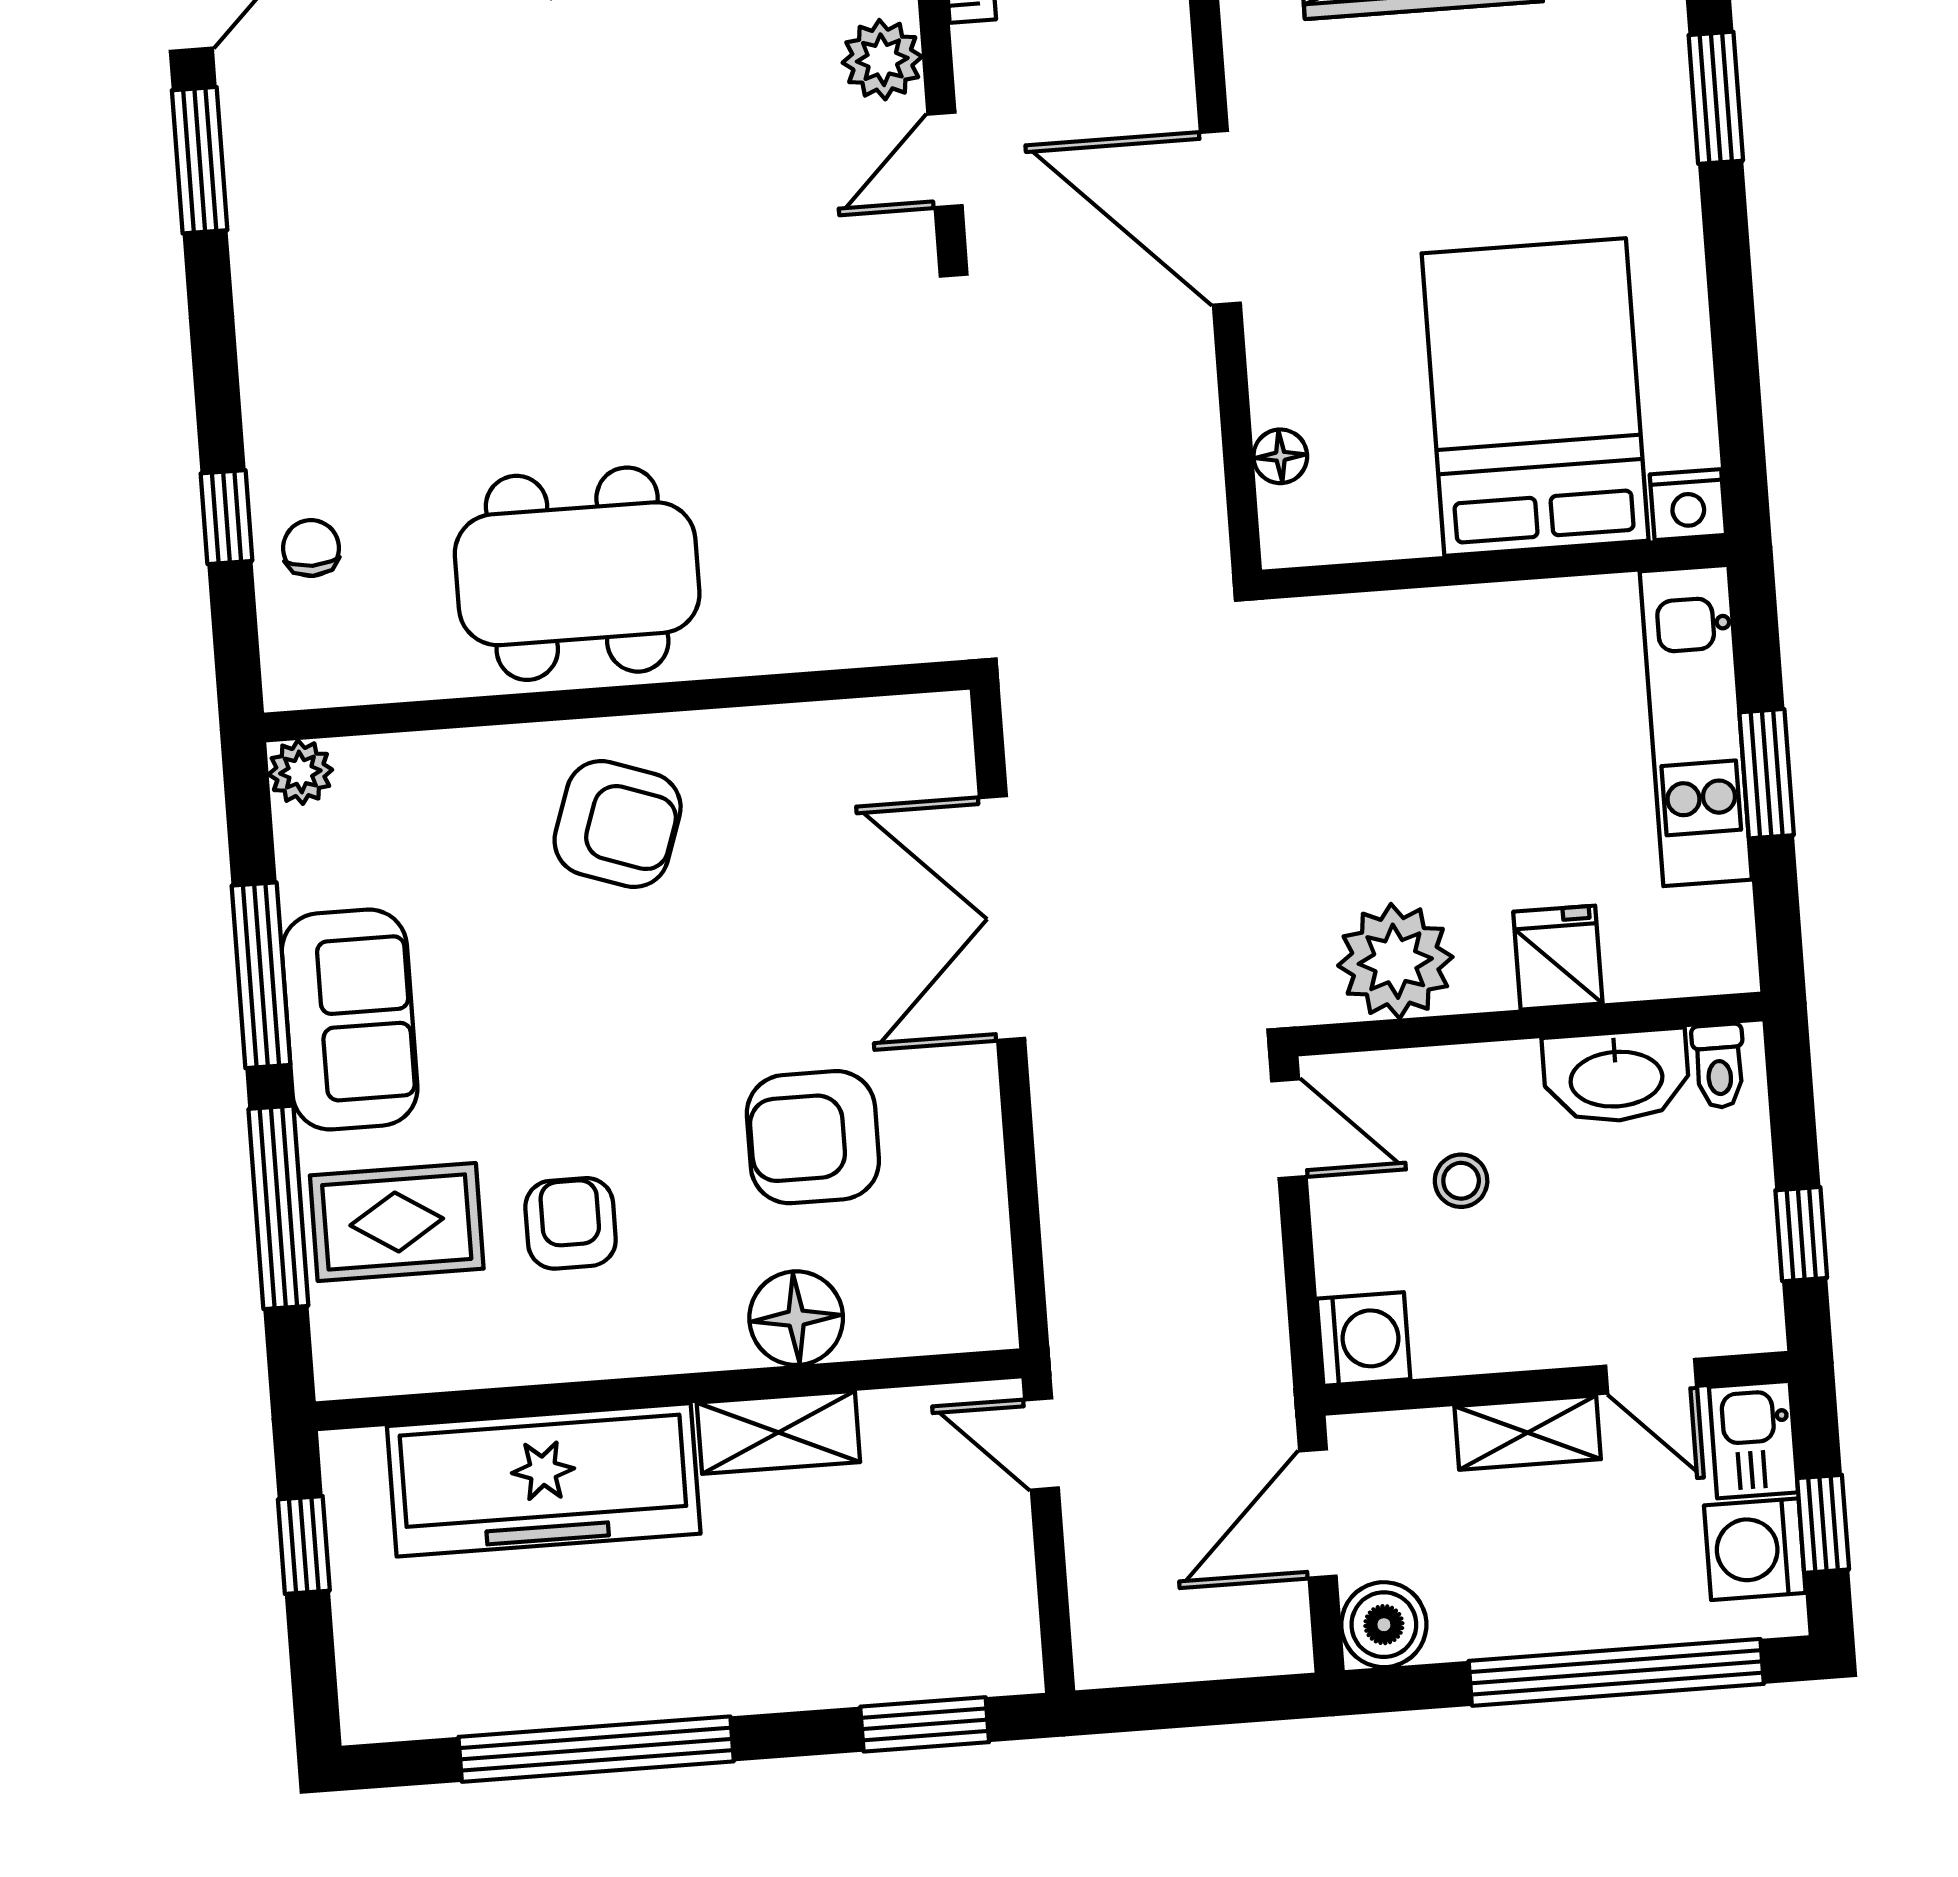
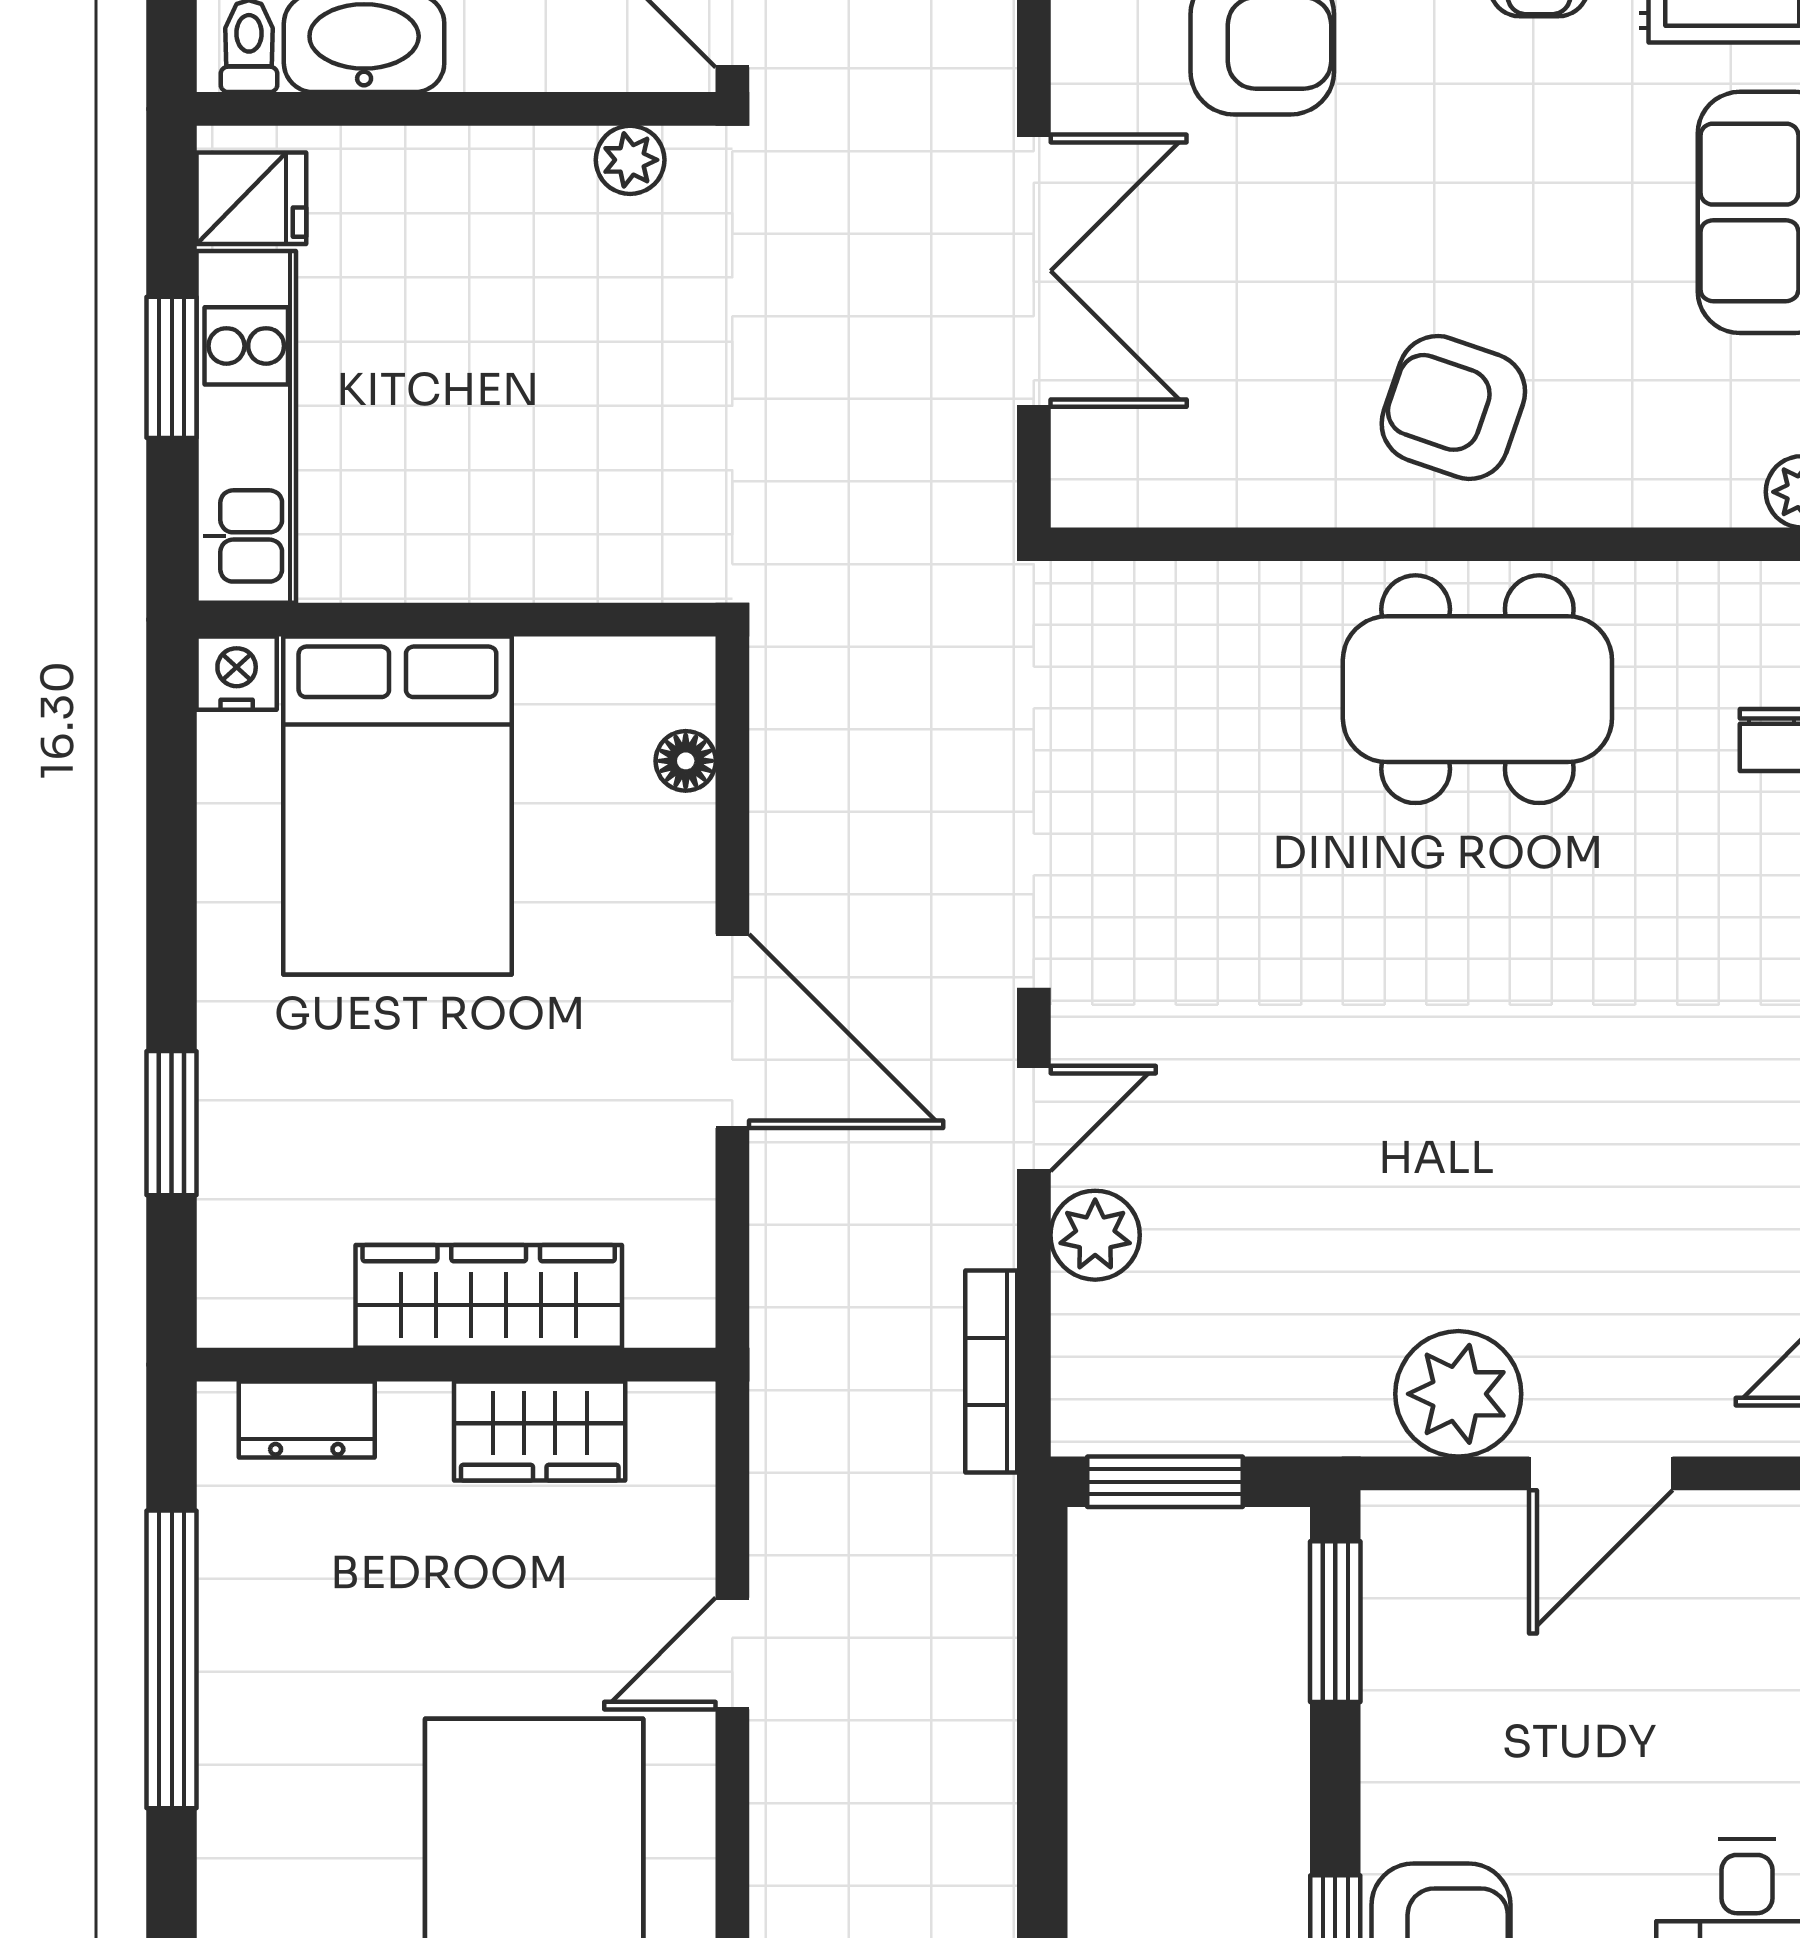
fridge: (1558, 958) -> (251, 198), moved, turned -90
plant: (1395, 961) -> (630, 160), width x0.53, depth x0.53

